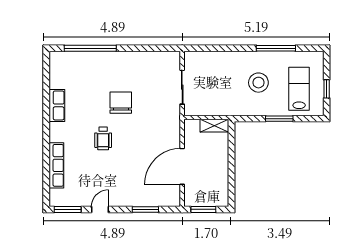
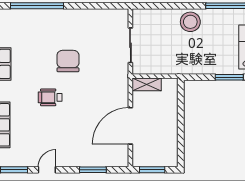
stool: (258, 83) -> (190, 22), moved
shelving: (214, 126) -> (147, 84), moved
wheelchair: (103, 138) -> (50, 97), turned 90

